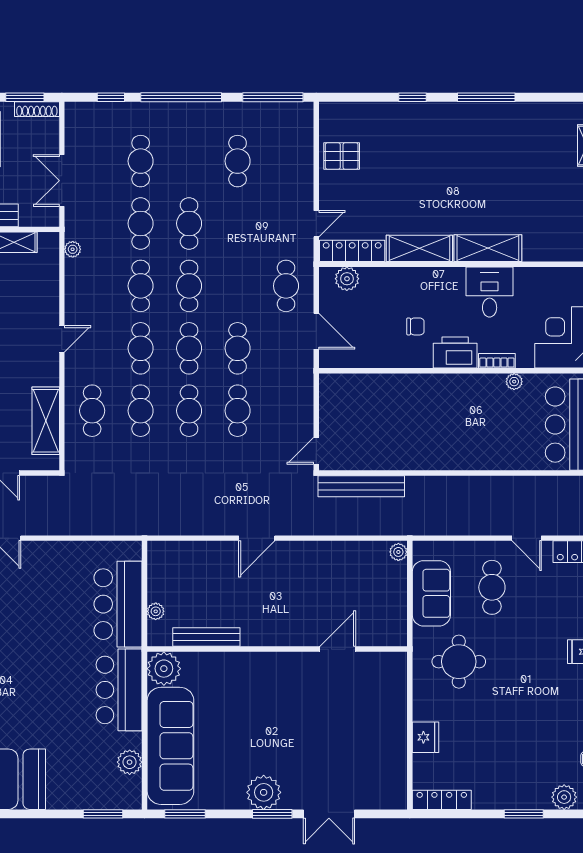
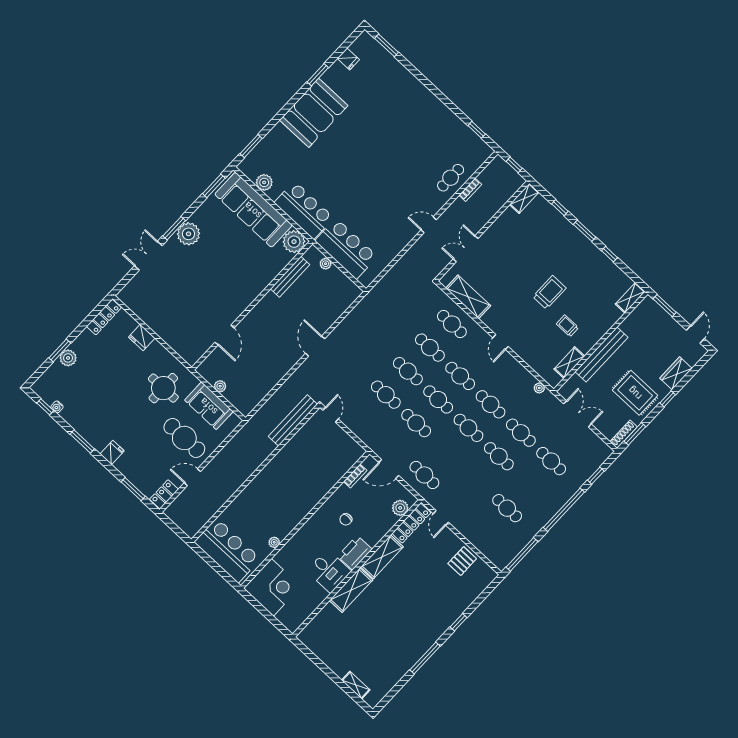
printer: (455, 352) -> (355, 553), moved, turned 180
bookcase: (497, 361) -> (355, 476), moved
plant: (398, 552) -> (220, 386), moved
cafe table: (492, 587) -> (184, 438), width x1.37, depth x1.35
plant: (564, 797) -> (68, 358), moved

